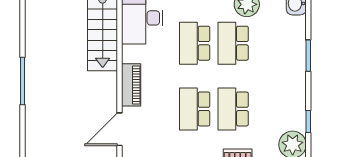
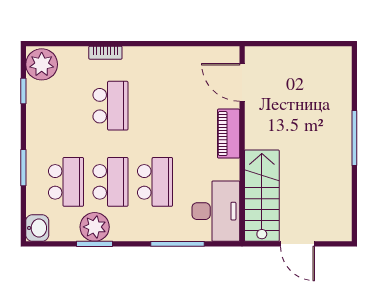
school desk: (195, 109) -> (66, 182), moved
door: (120, 129) -> (242, 82), swing flipped

